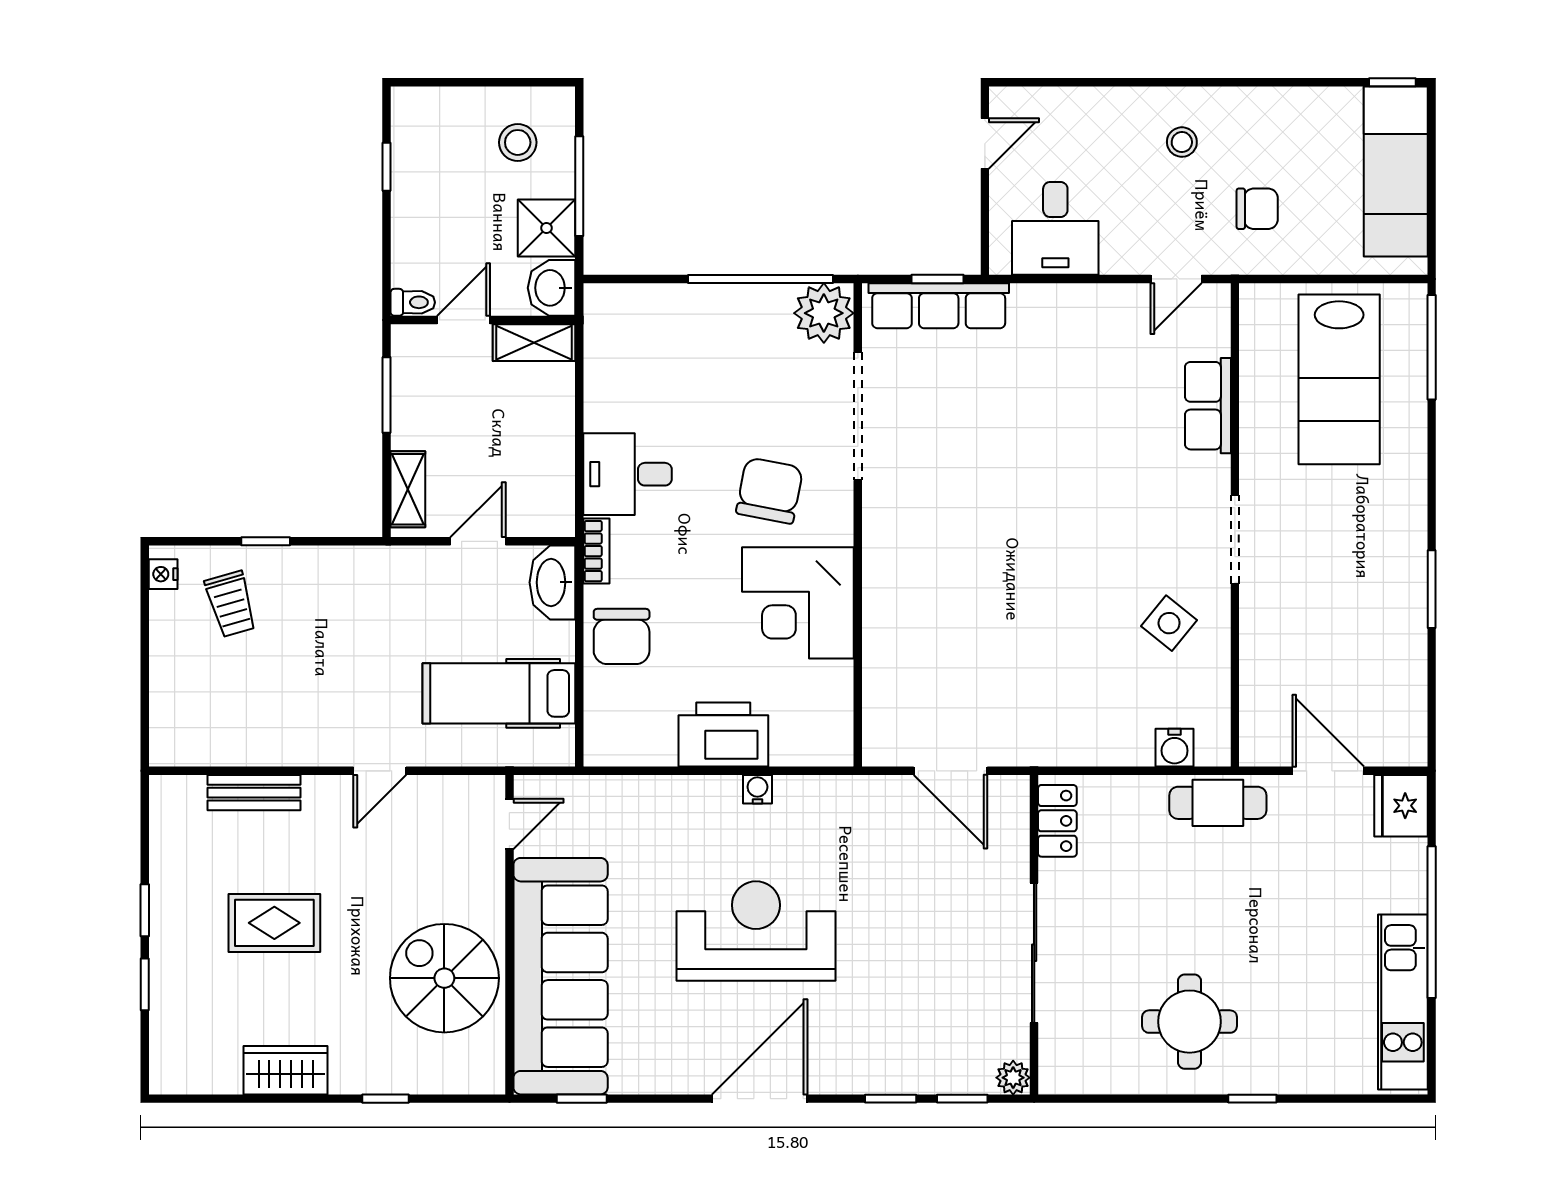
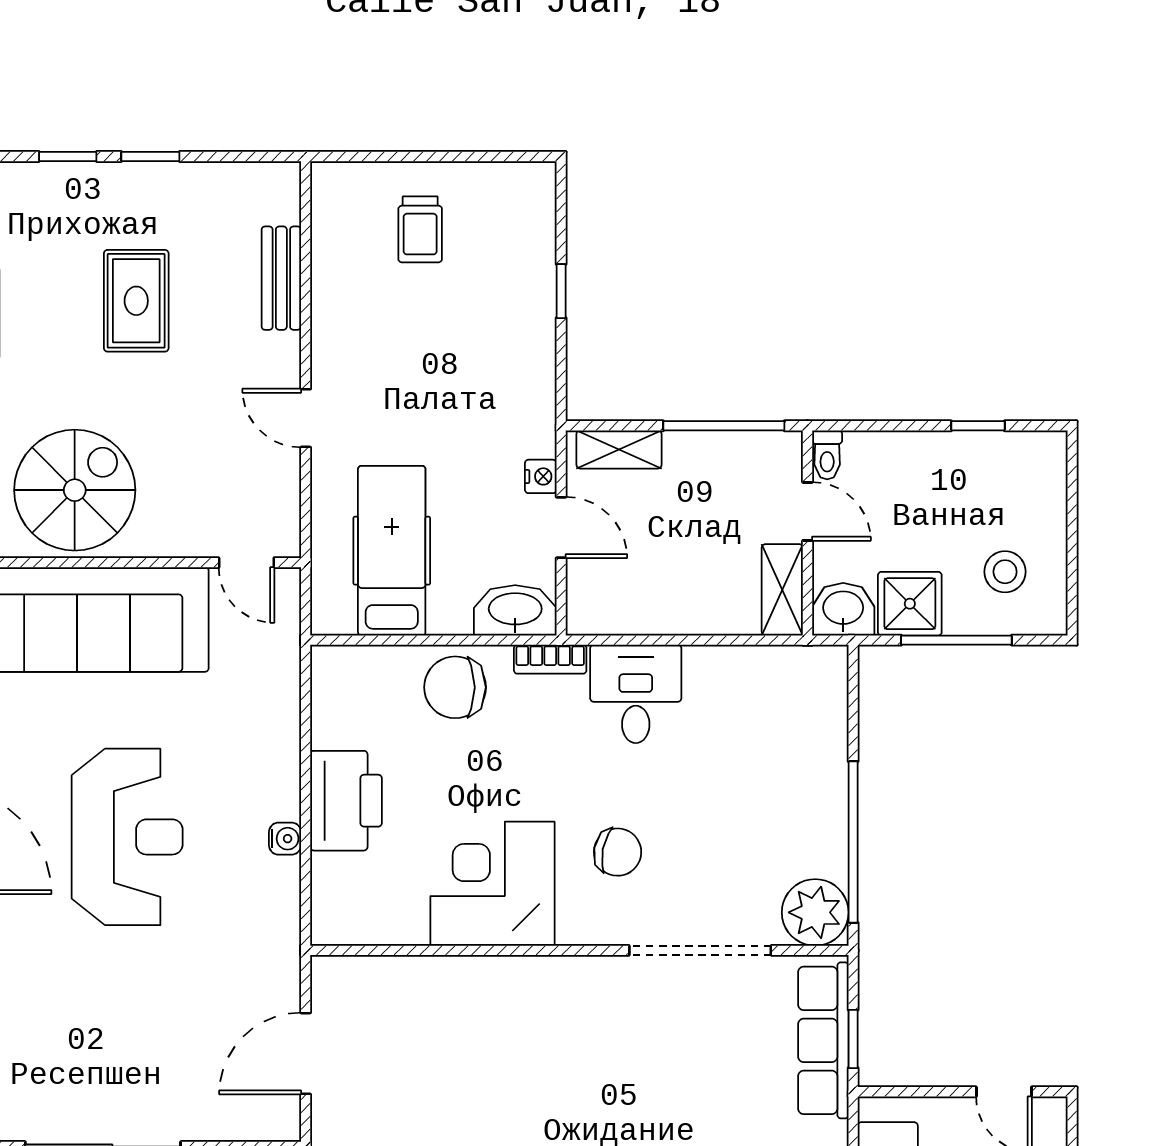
window: (387, 395) -> (724, 426), width x1.44
chair: (770, 491) -> (618, 852), width x0.73, depth x0.73
nightstand: (163, 574) -> (541, 476), moved, turned 90
trolley: (231, 604) -> (420, 229), moved, turned -74

